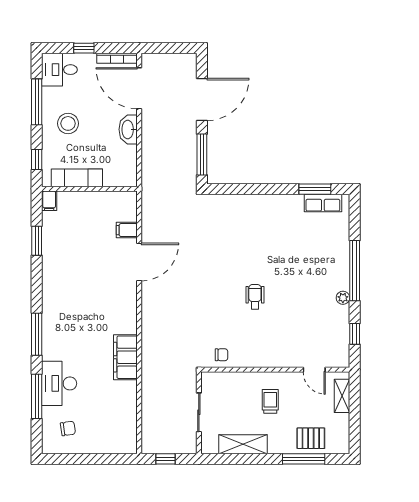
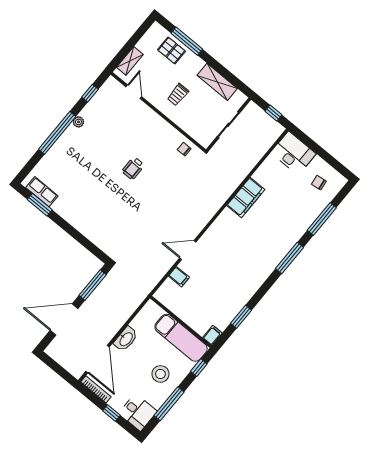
exam couch: (77, 178) -> (181, 338), width x1.36, depth x1.45
door: (139, 262) -> (188, 250), width x0.73
desk: (59, 383) -> (293, 153), moved, turned -90

